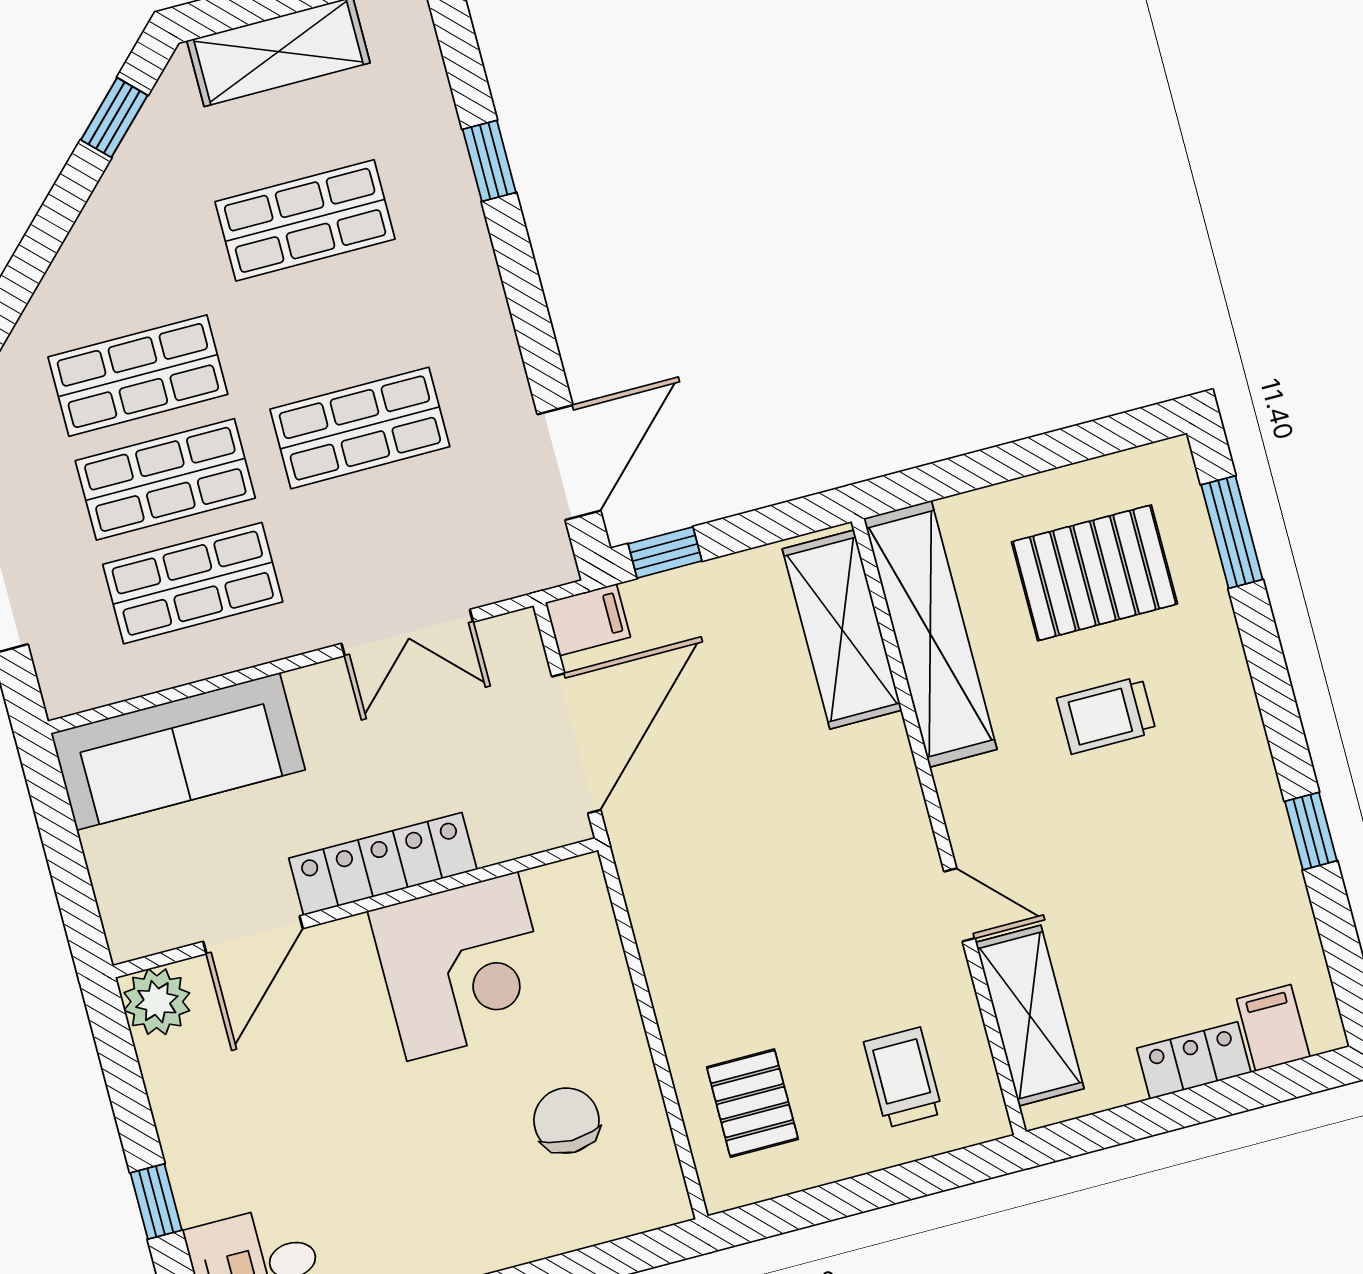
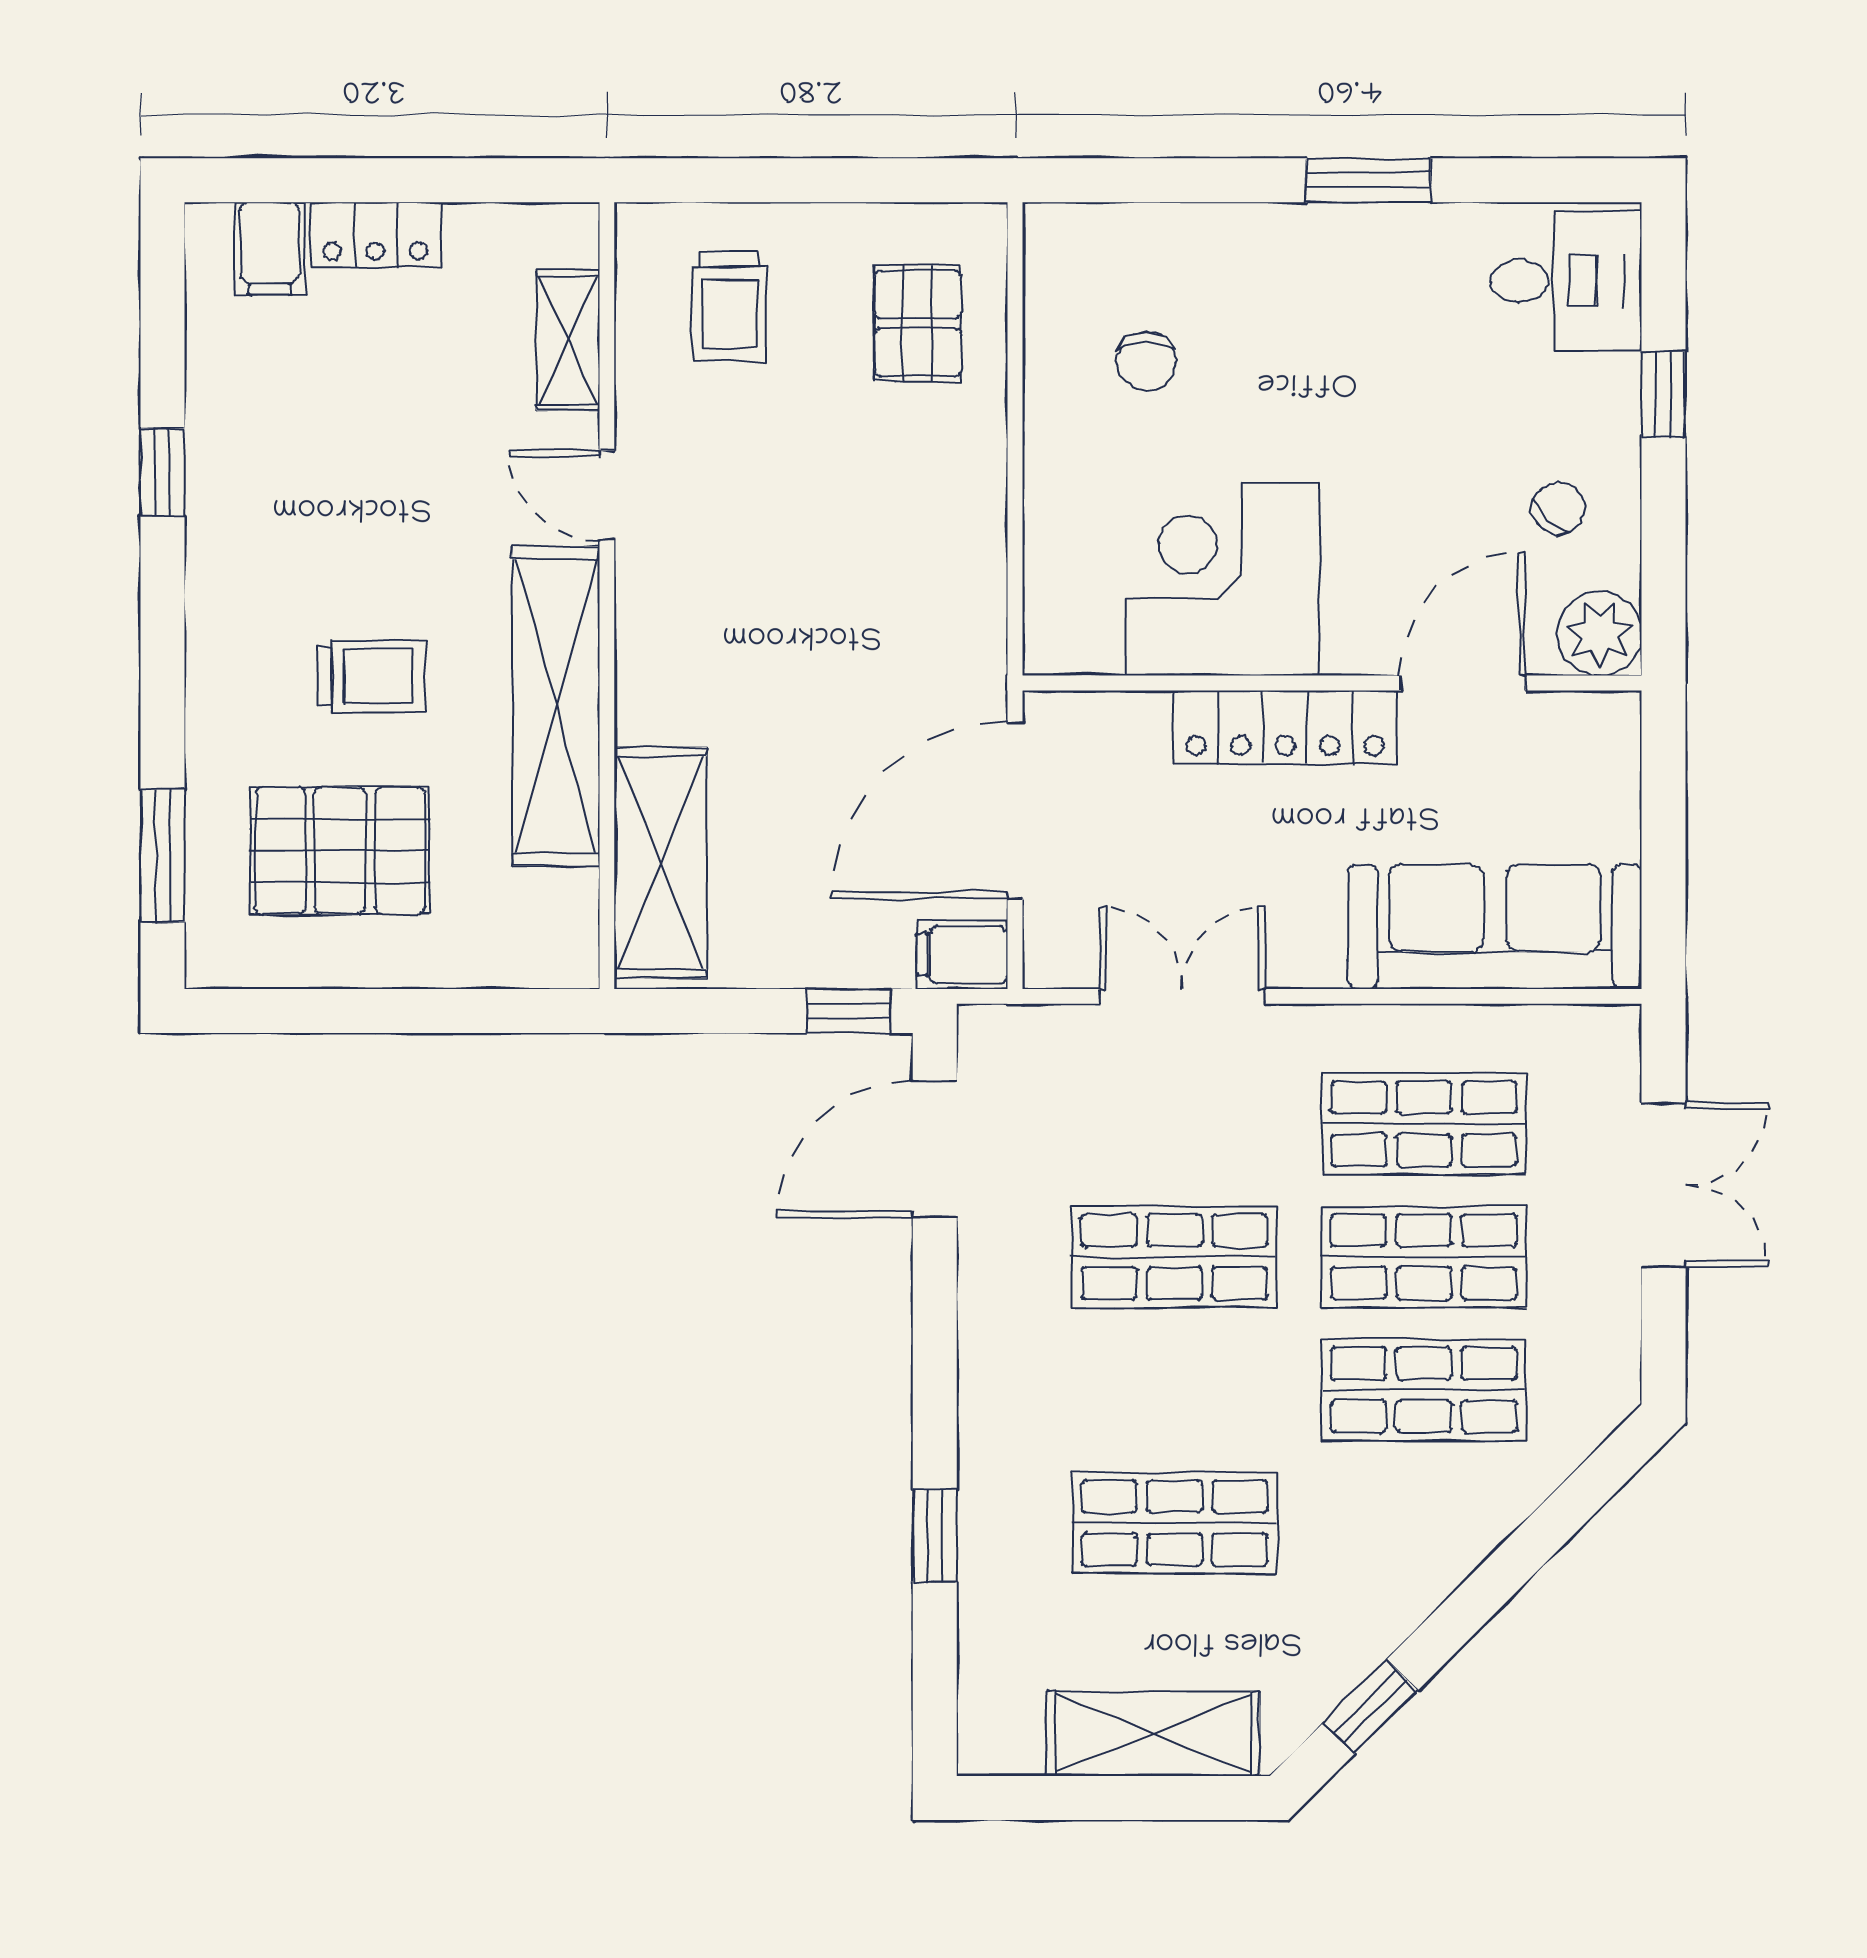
shelving: (930, 634) -> (556, 706), moved
shelving: (1030, 1016) -> (568, 340), width x0.67, depth x0.75
chair: (215, 1091) -> (1558, 508), added
chair: (566, 1121) -> (1146, 361), width x0.73, depth x0.73

